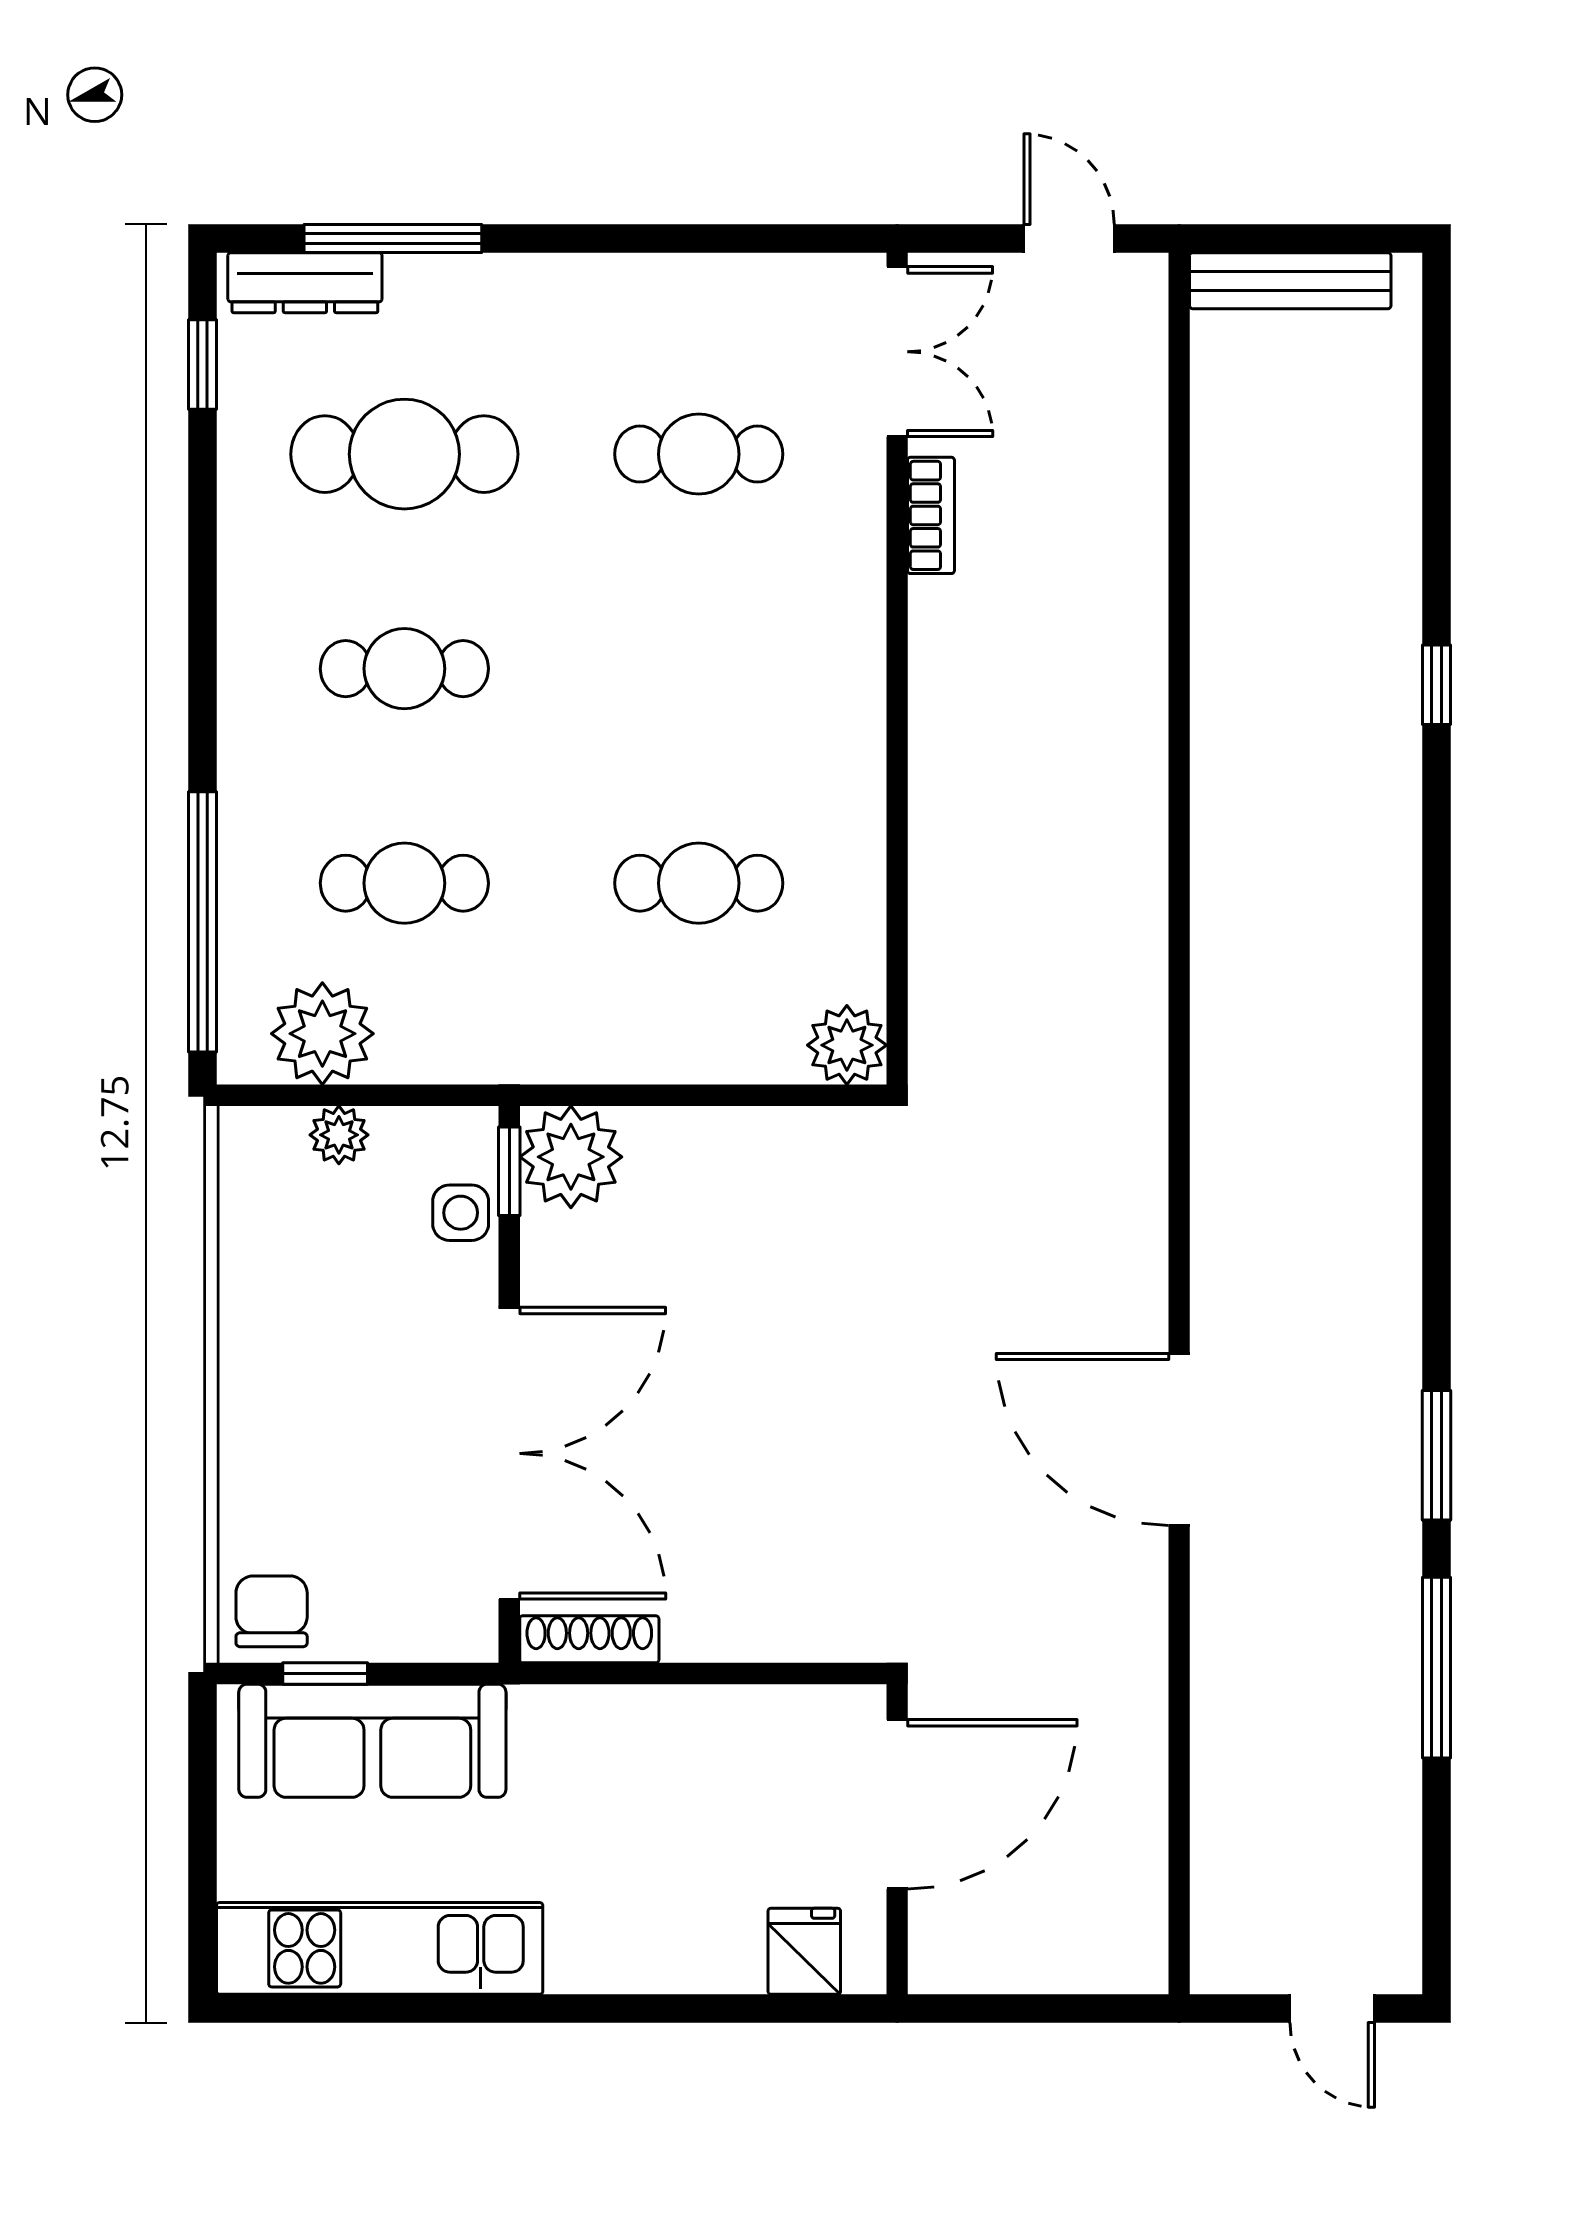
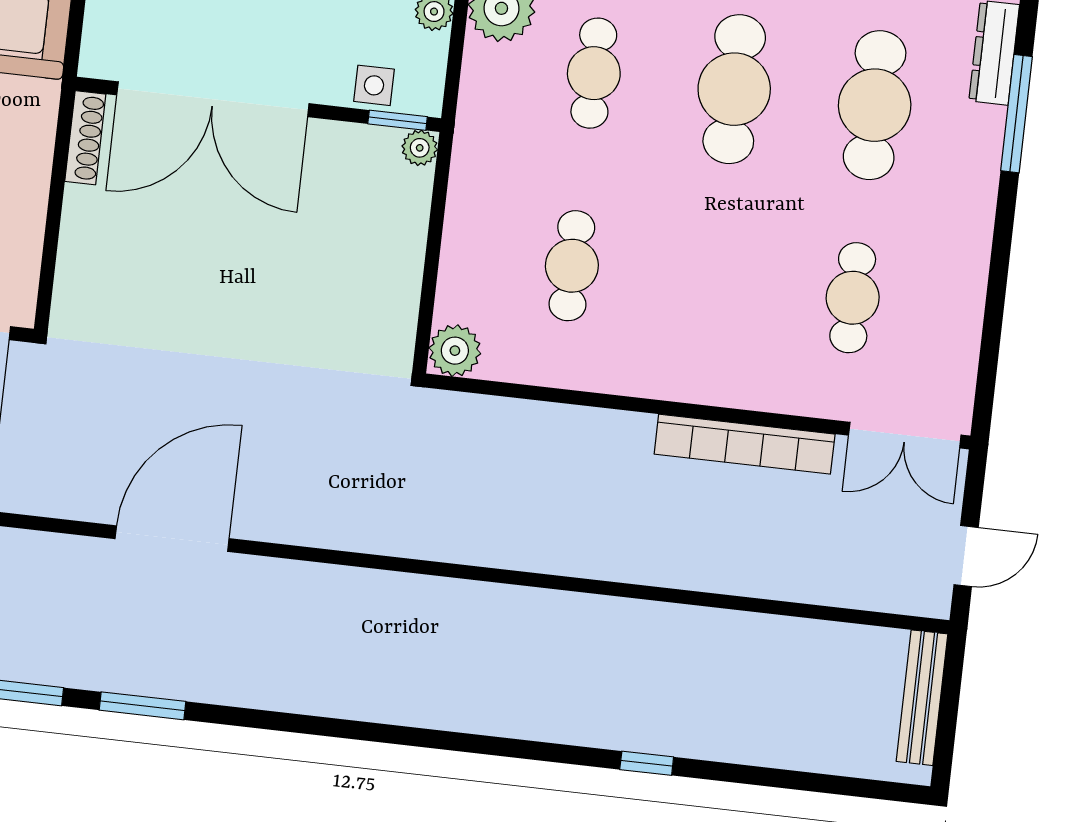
bookcase: (931, 515) -> (745, 444), width x2.31, depth x1.31
cafe table: (404, 669) -> (734, 89), width x1.37, depth x1.35
plant: (571, 1157) -> (420, 148), width x0.53, depth x0.53

